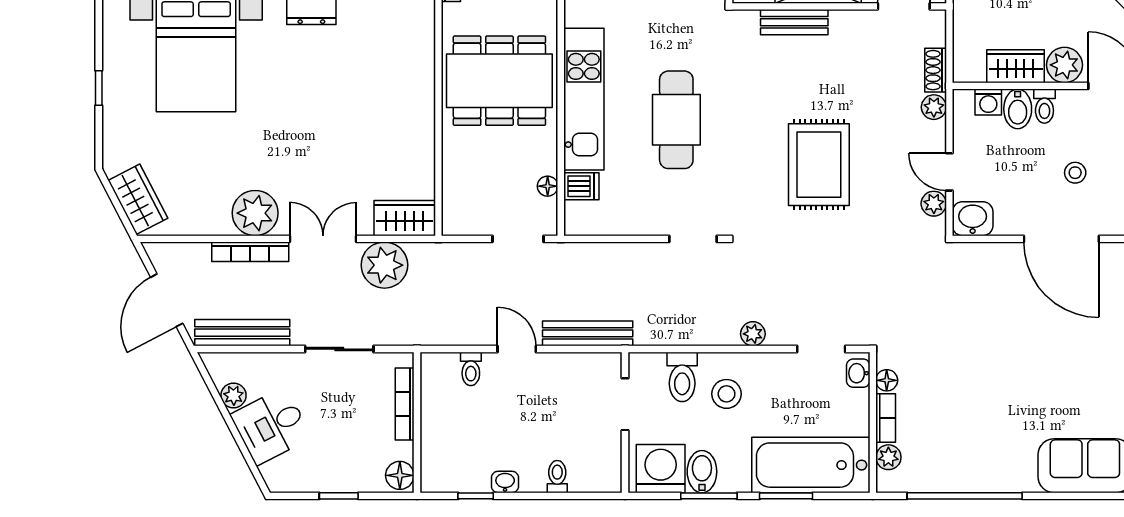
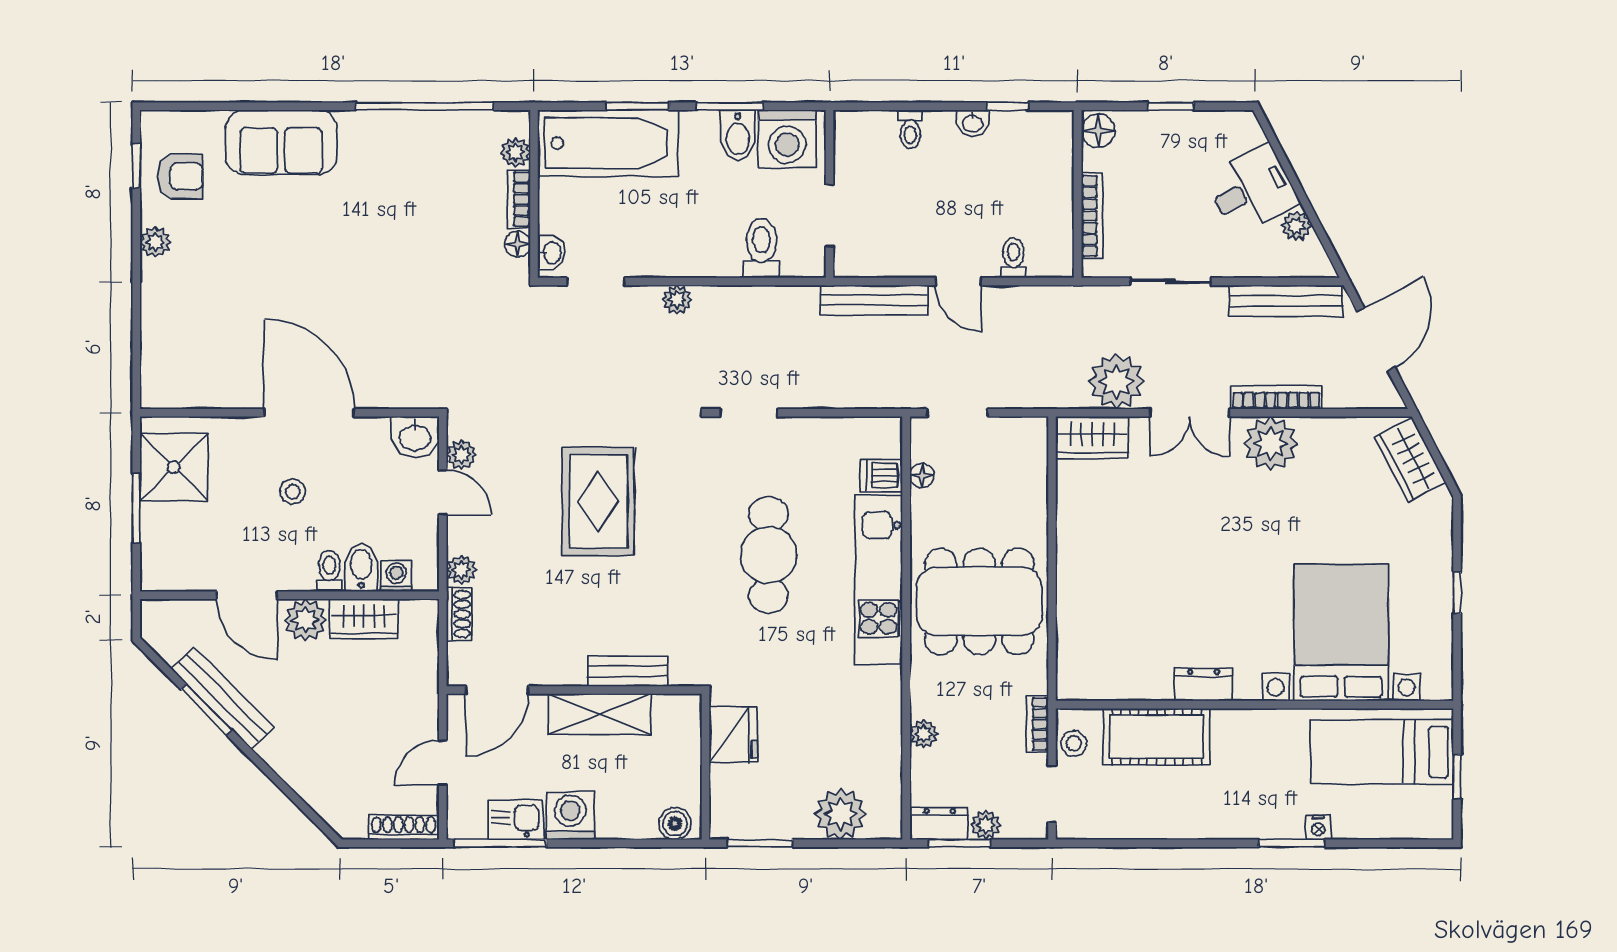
stool: (727, 394) -> (708, 228), removed

